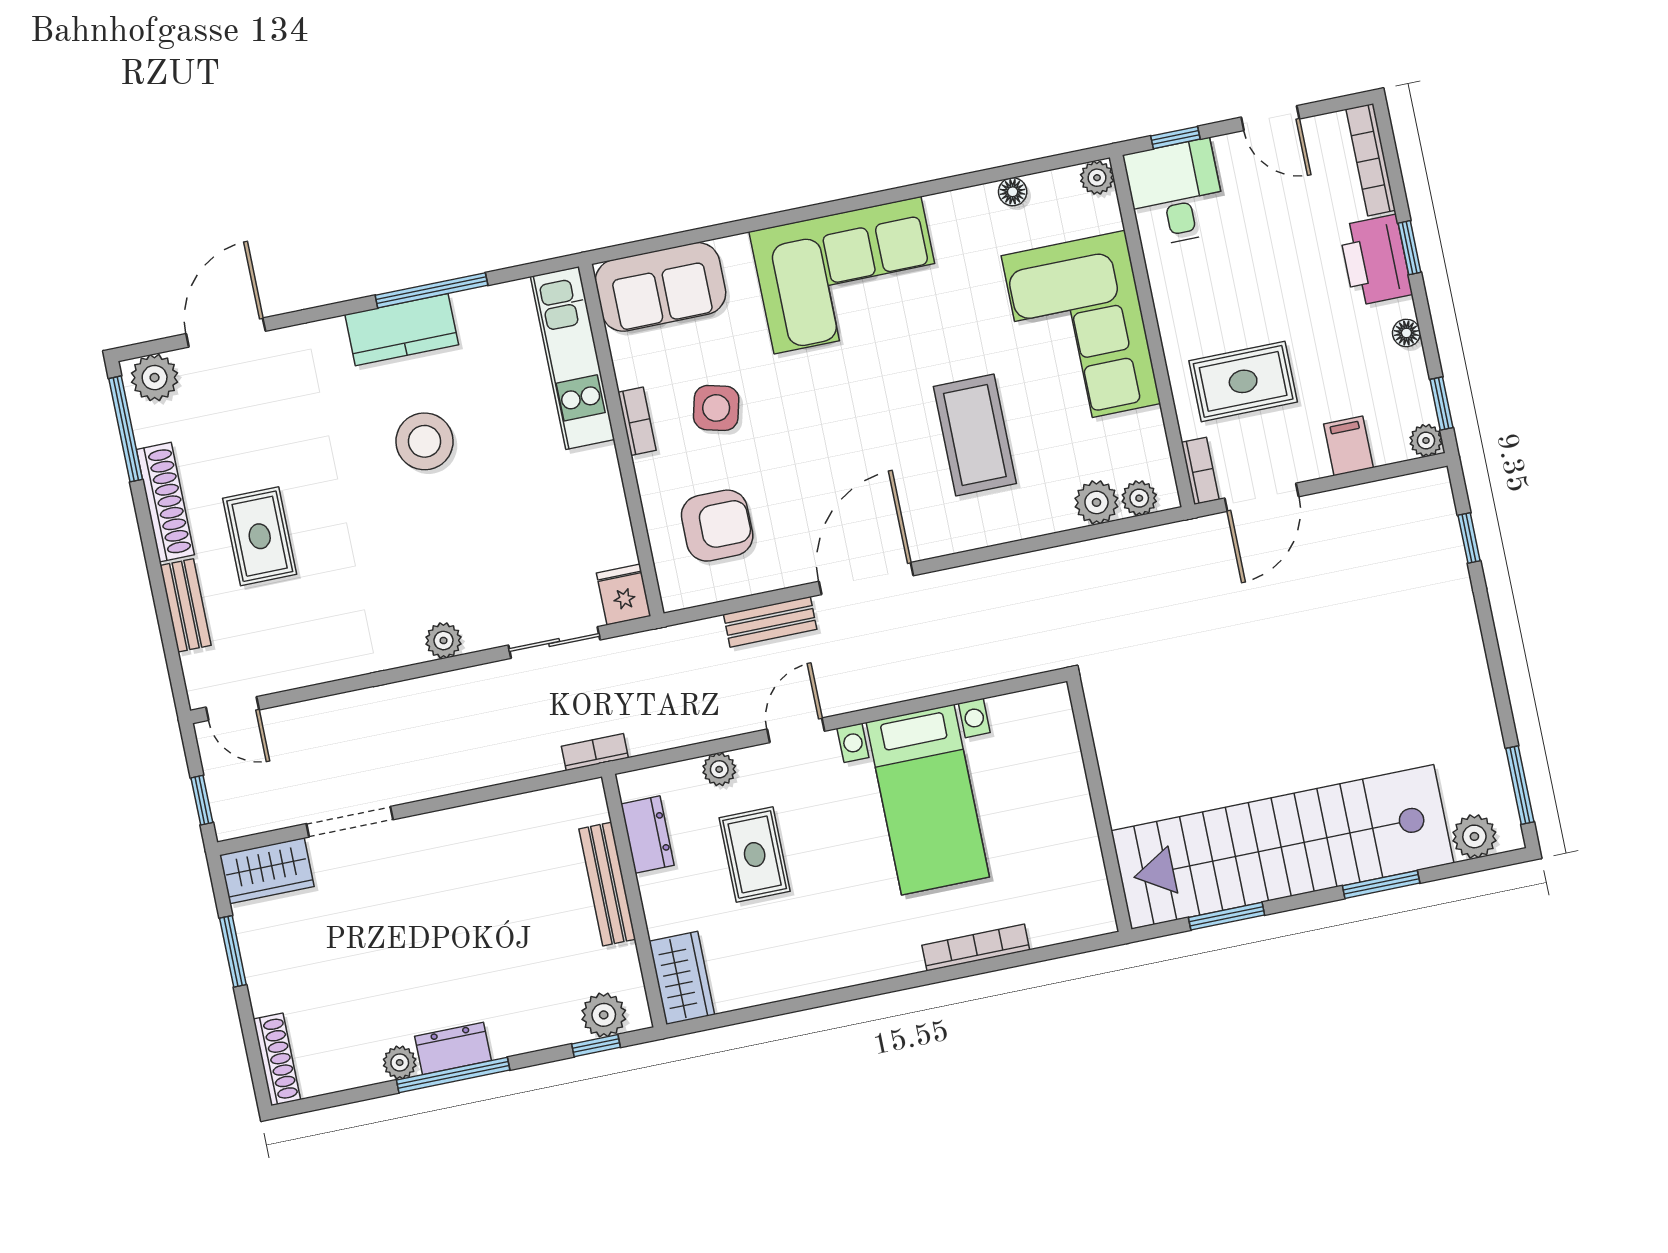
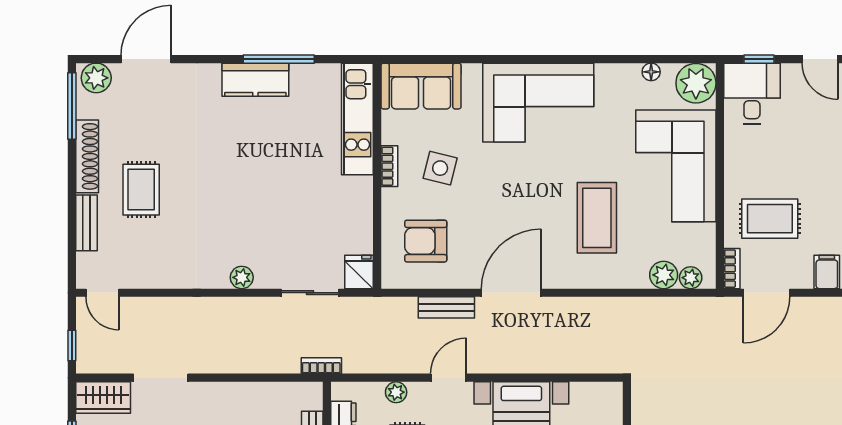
plant: (1097, 178) -> (696, 83), width x1.88, depth x1.88
stool: (425, 441) -> (255, 152), removed
armchair: (717, 526) -> (426, 241), turned 180

